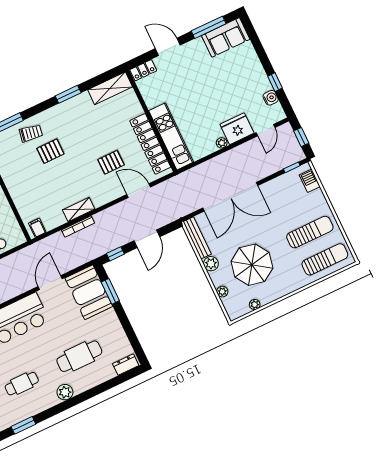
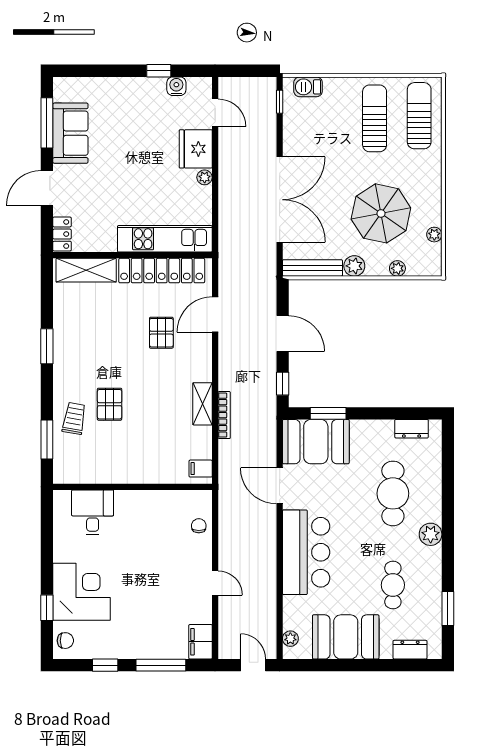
sofa: (226, 37) -> (70, 133), moved
shelving: (110, 88) -> (86, 270), moved, turned 90
window: (301, 137) -> (246, 71), removed
dresser: (126, 365) -> (412, 429), moved, turned -90

